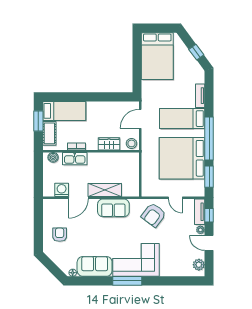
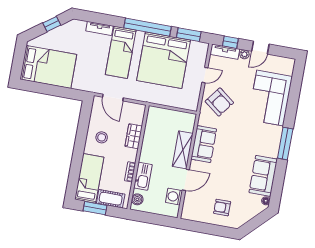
stool: (131, 143) -> (102, 137), moved
door: (78, 198) -> (186, 180), hinge flipped
corner sofa: (136, 260) -> (270, 98), moved
plant: (199, 265) -> (282, 63), removed

